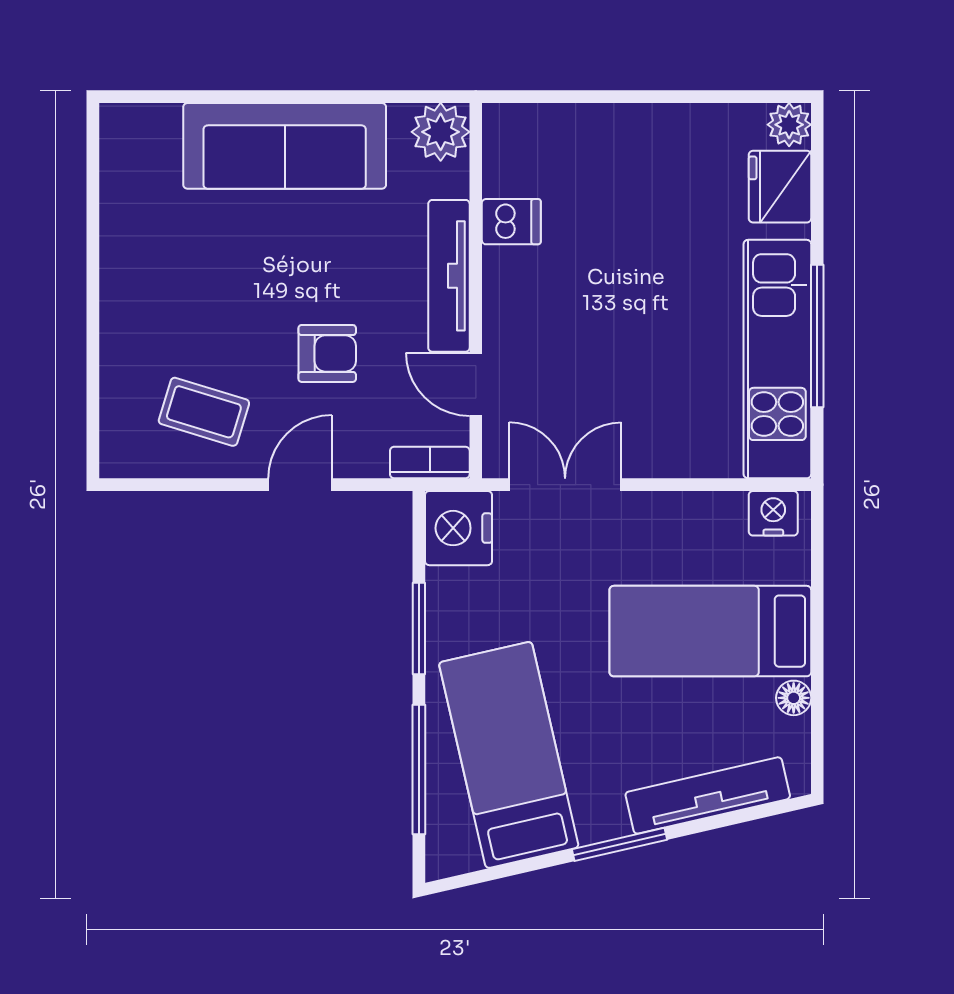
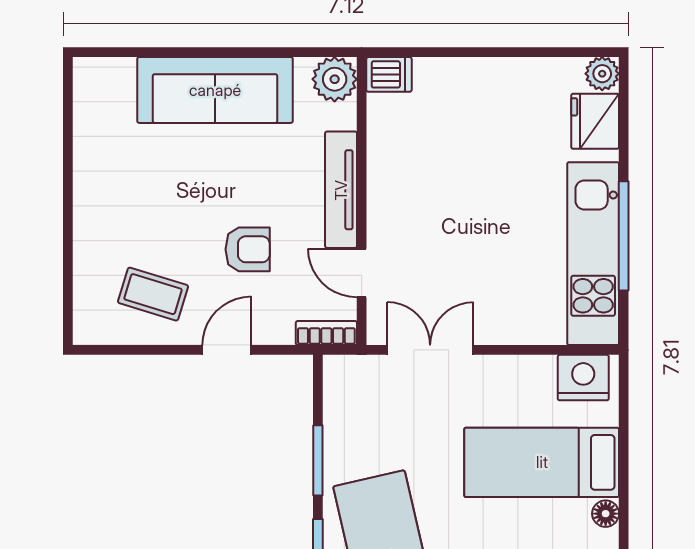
dishwasher: (511, 222) -> (389, 74), moved
nightstand: (773, 513) -> (583, 378), width x1.36, depth x1.33
nightstand: (458, 528) -> (348, 383), removed

